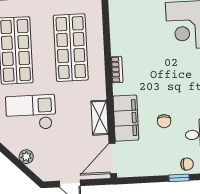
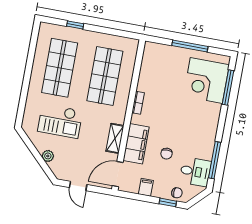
checkout: (31, 113) -> (60, 121), turned 180
filing cabinet: (149, 166) -> (146, 187), added

